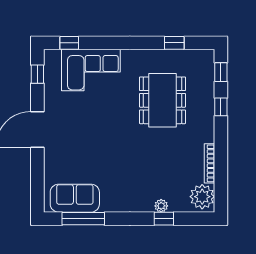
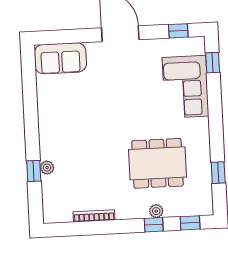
plant: (202, 197) -> (156, 211), moved, width x0.53, depth x0.53
sofa: (75, 198) -> (60, 58), moved, turned 90
window: (83, 219) -> (29, 87), removed

